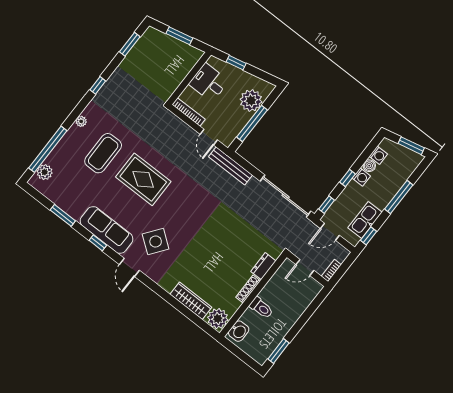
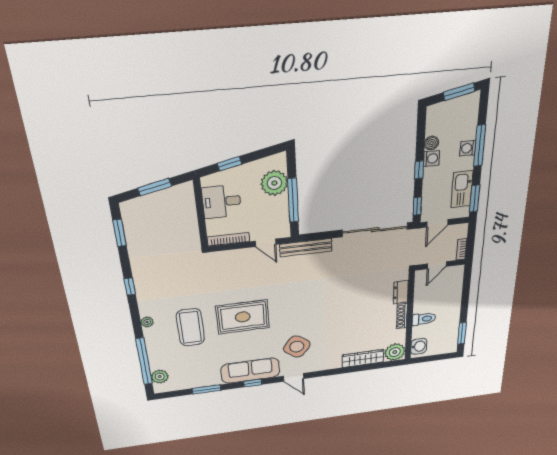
washing machine: (378, 155) -> (468, 148), moved, turned 180
window: (368, 236) -> (475, 198), width x1.50

